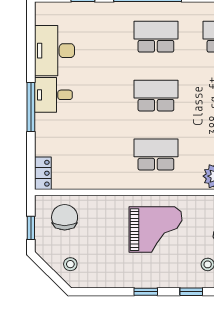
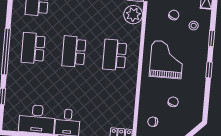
chair: (65, 217) -> (153, 122), width x0.54, depth x0.54
chair: (96, 244) -> (173, 102), added
stool: (70, 264) -> (185, 120), removed

